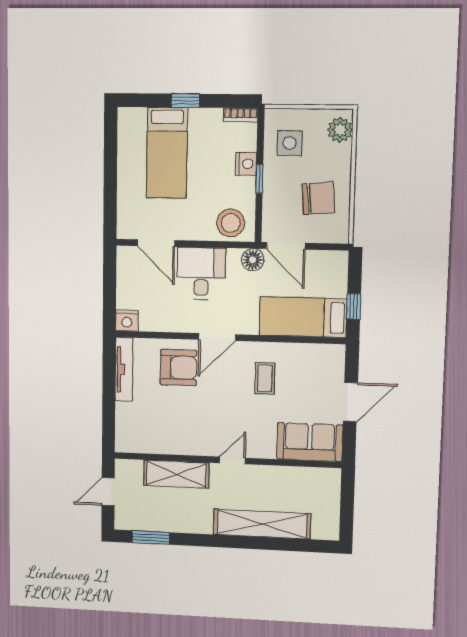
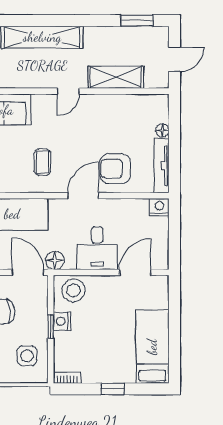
bed: (167, 153) -> (152, 347), moved
nightstand: (246, 164) -> (62, 321), moved
door: (156, 243) -> (135, 272), hinge flipped
floor lamp: (123, 410) -> (162, 130), added

